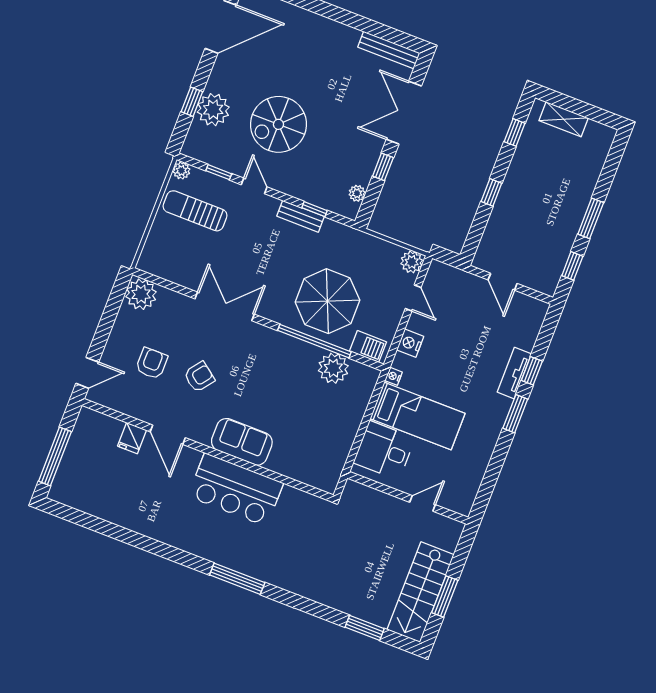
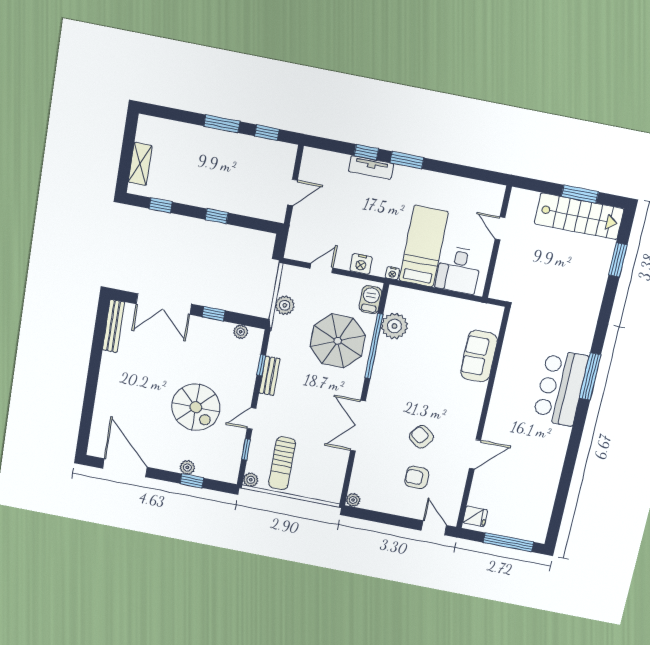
plant: (213, 110) -> (187, 467), width x0.53, depth x0.53
plant: (412, 262) -> (285, 305), moved
plant: (141, 294) -> (353, 500), width x0.53, depth x0.53
fridge: (132, 438) -> (475, 516), moved
sofa: (242, 442) -> (479, 356), moved
bar counter: (236, 490) -> (561, 388), moved, turned 180

